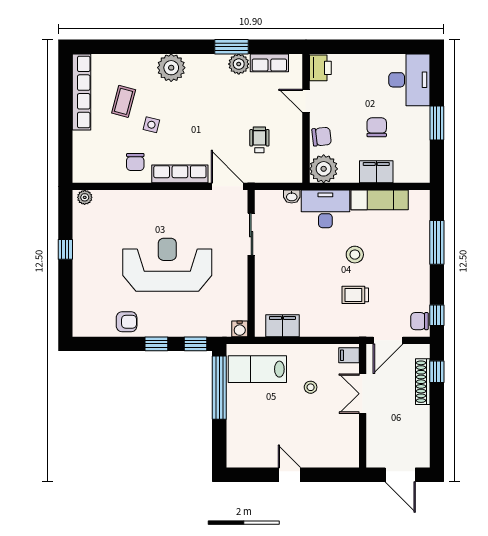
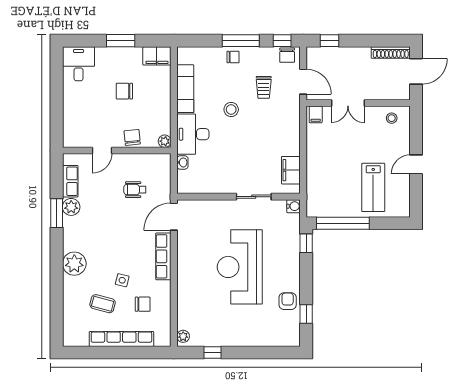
printer: (320, 68) -> (74, 138), removed
desk: (409, 80) -> (78, 64), width x0.73
row of seats: (82, 92) -> (121, 339), moved
chair: (135, 162) -> (143, 304), moved
plant: (324, 169) -> (165, 141), width x0.53, depth x0.53
filing cabinet: (376, 172) -> (157, 56), moved, turned -90
sliding door: (251, 234) -> (254, 197), moved
window: (437, 242) -> (241, 41), moved
window: (65, 249) -> (212, 352), moved
chair: (417, 257) -> (233, 57), added
trolley: (355, 295) -> (264, 87), moved
window: (156, 344) -> (306, 314), moved
lab bench: (257, 369) -> (373, 187), moved
shoe rack: (423, 382) -> (391, 53), moved
stool: (311, 387) -> (392, 118), moved

